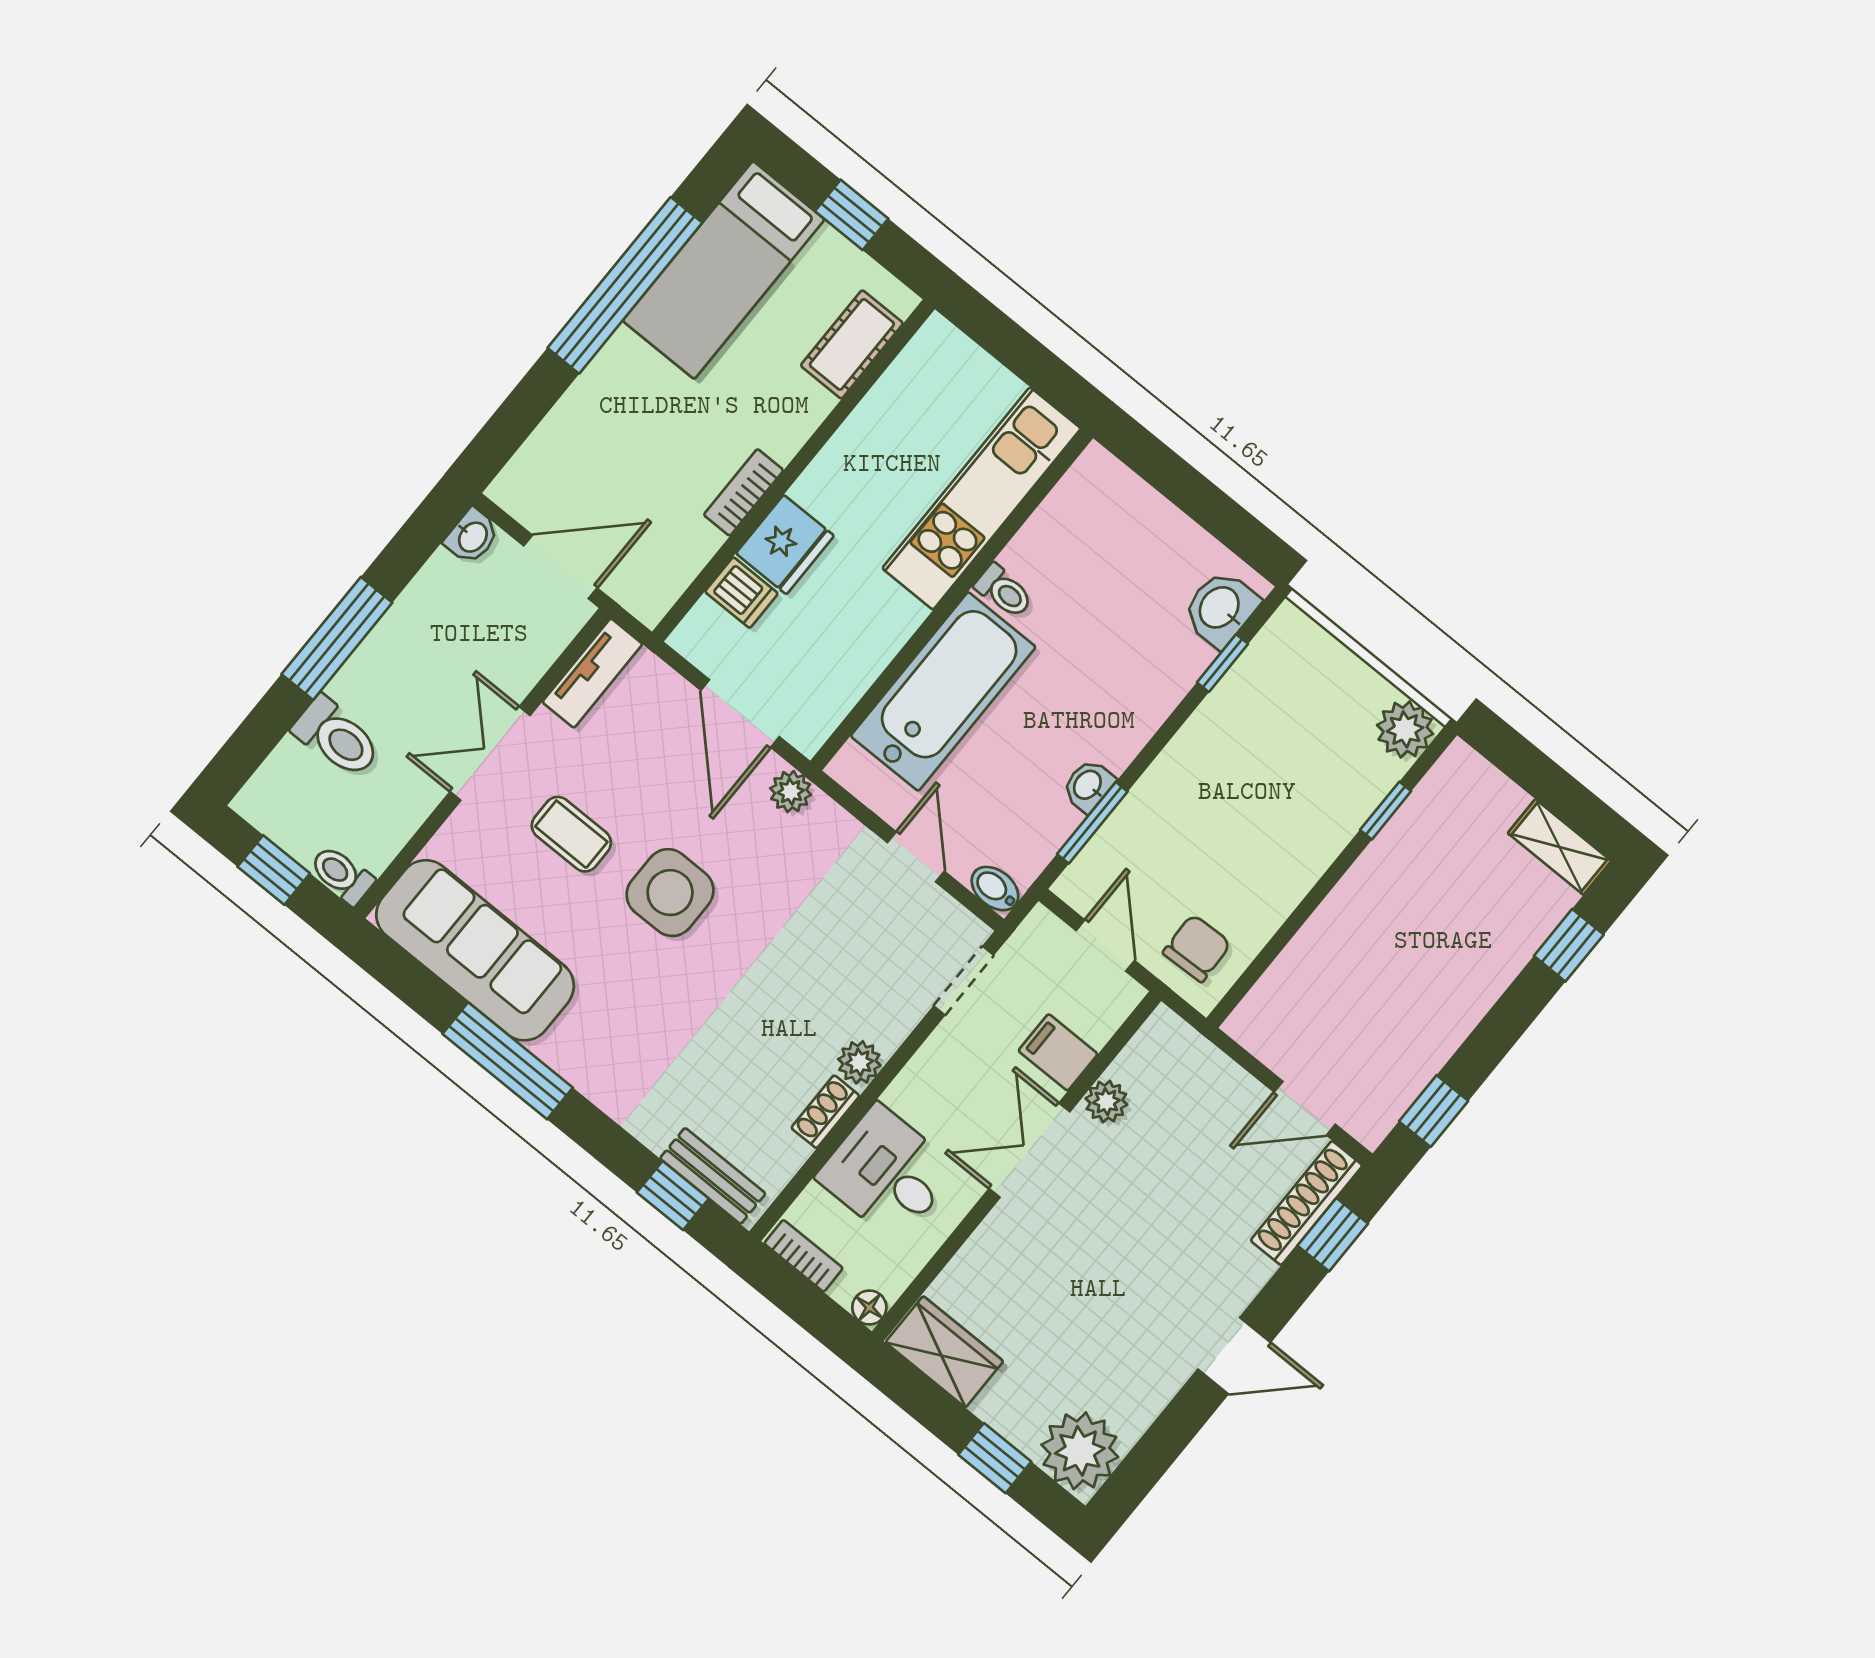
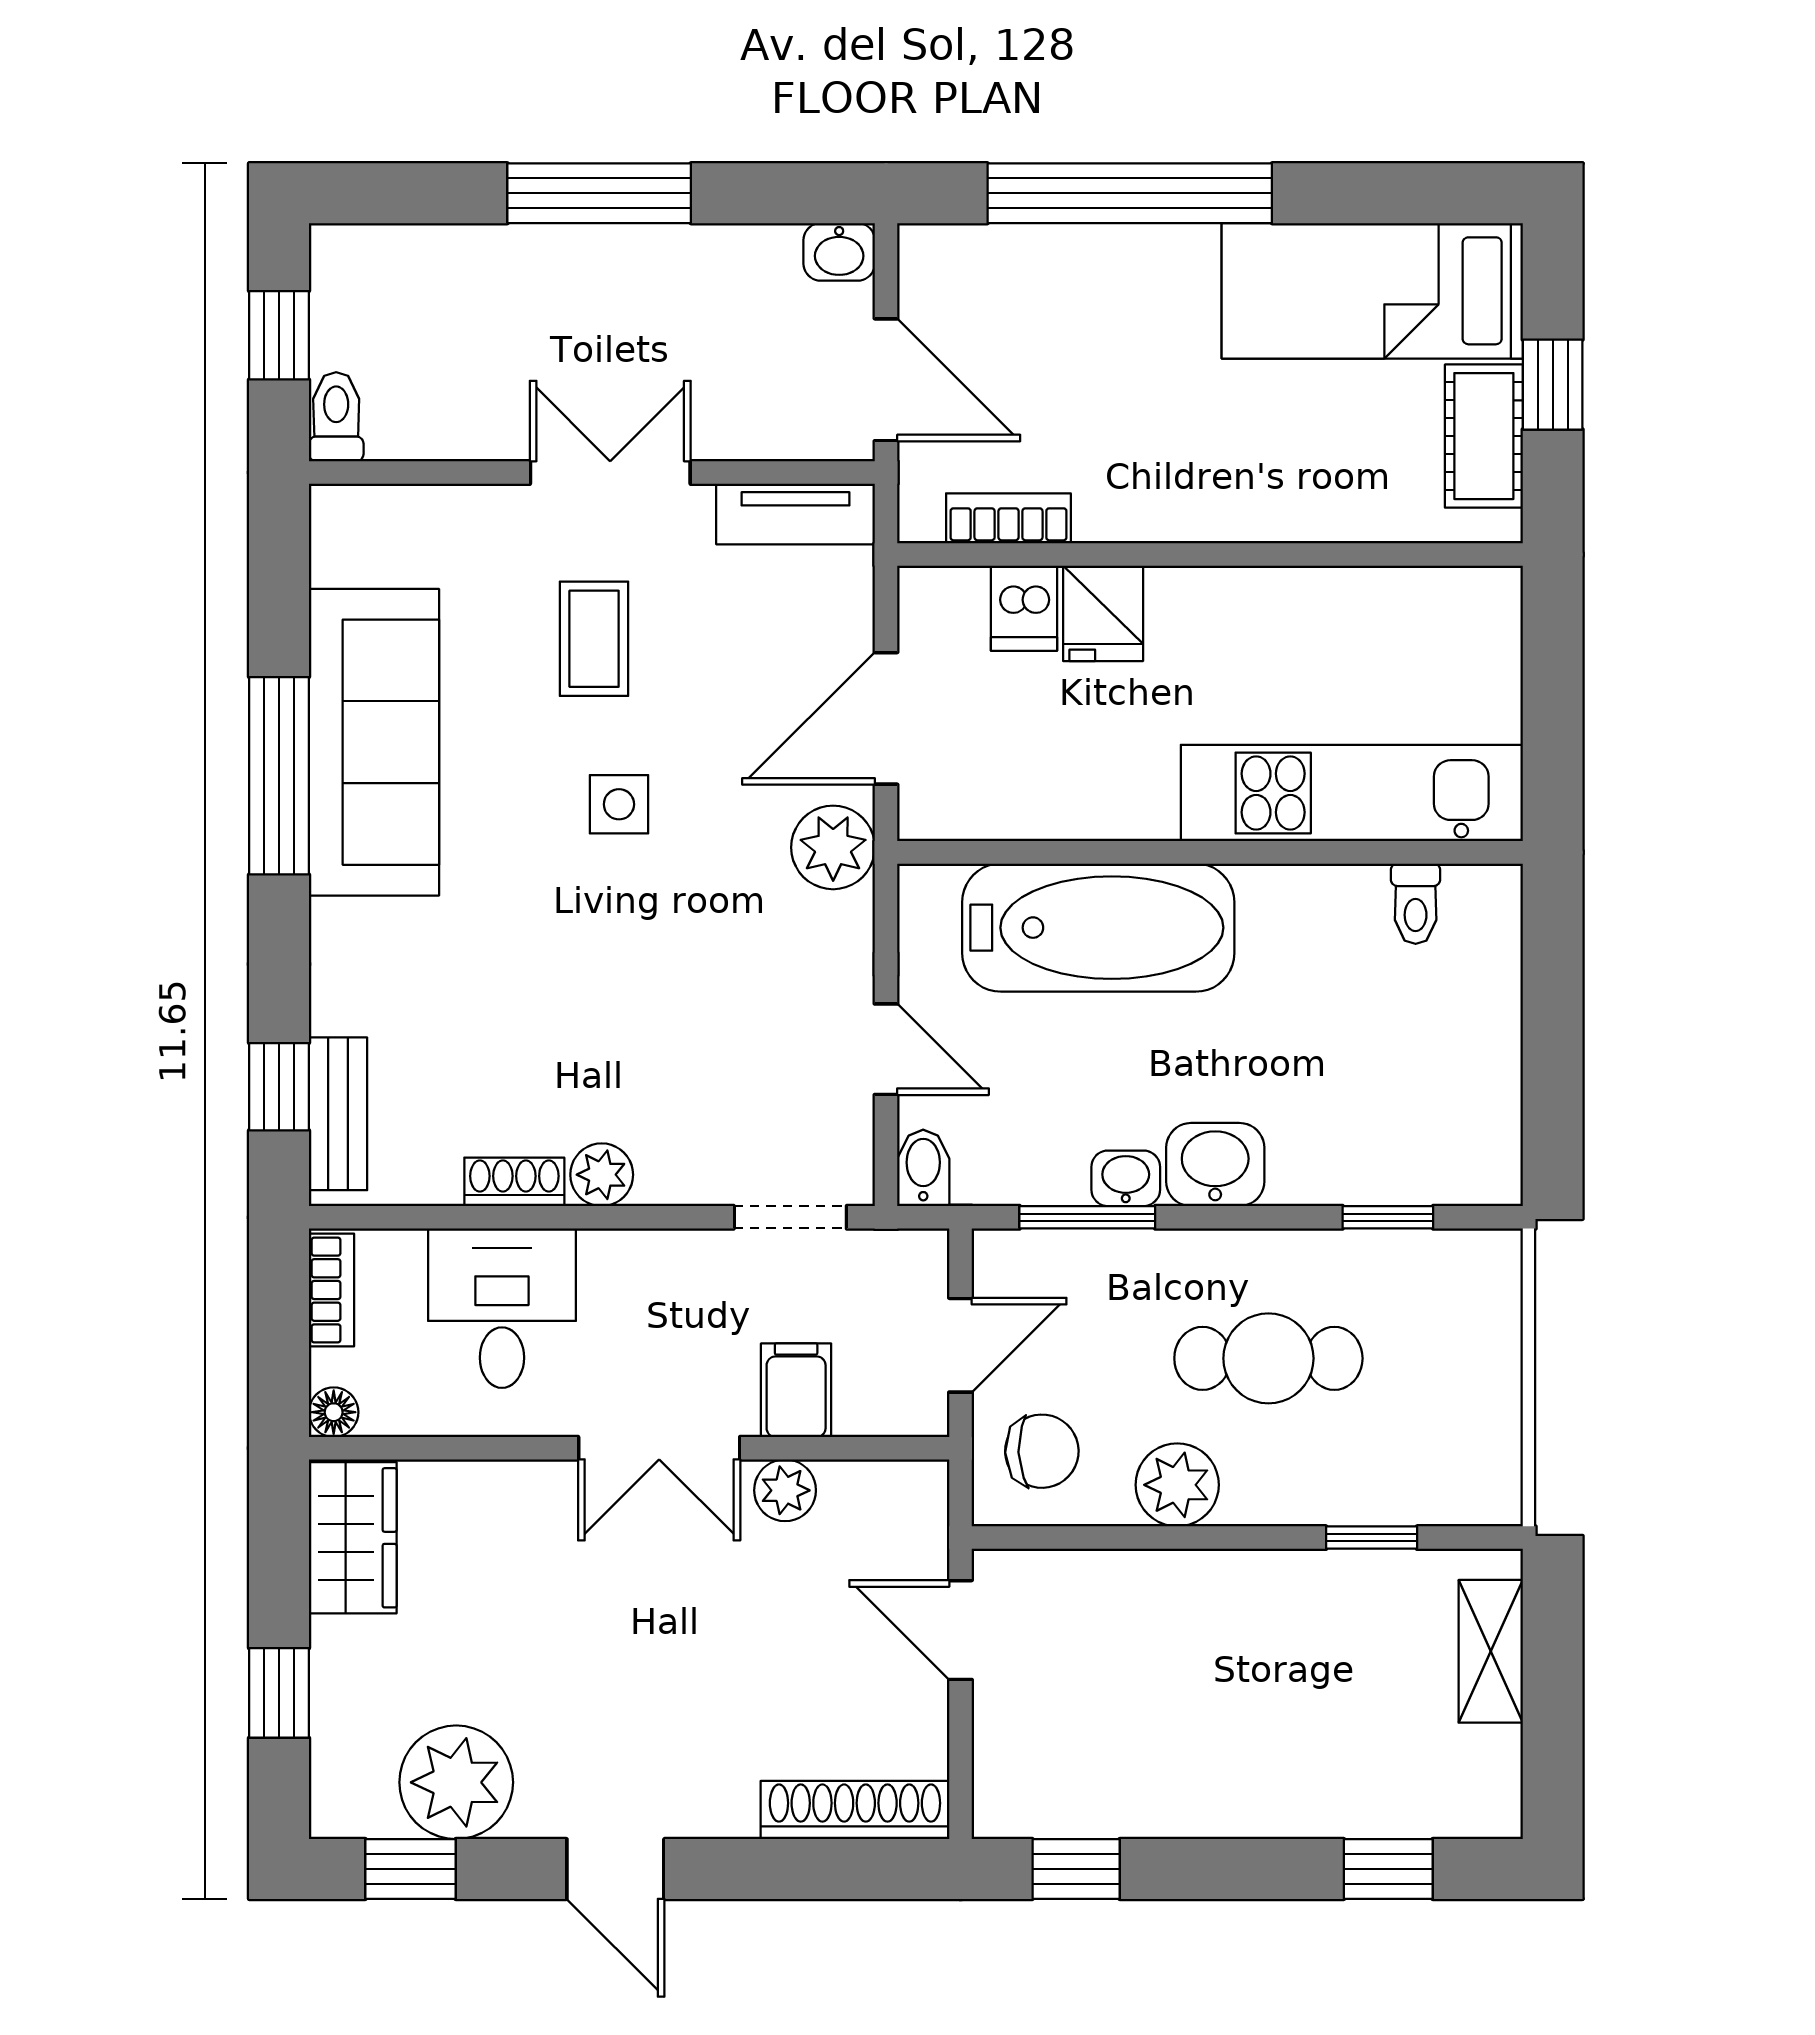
window: (625, 285) -> (1130, 193), moved
cot: (852, 344) -> (1484, 436), moved, turned 90
bookcase: (744, 492) -> (1008, 518), moved
fridge: (785, 545) -> (1103, 613), width x0.72
toilet: (1004, 591) -> (1416, 904), moved
washbasin: (1220, 608) -> (1215, 1165), moved
plant: (1405, 729) -> (1177, 1485), moved
toilet: (337, 737) -> (487, 284), removed
cafe table: (1246, 788) -> (1268, 1358), added
plant: (791, 792) -> (833, 847), width x1.38, depth x1.38
shelving: (1559, 847) -> (1491, 1651), moved
door: (916, 857) -> (886, 1049), hinge flipped
side table: (670, 893) -> (619, 804), width x0.54, depth x0.54
sofa: (475, 950) -> (374, 742), moved
door: (1305, 1108) -> (961, 1630), moved
double door: (1029, 1150) -> (659, 1448), swing flipped
window: (1333, 1235) -> (410, 1869), moved
plant: (1080, 1451) -> (456, 1782), moved

